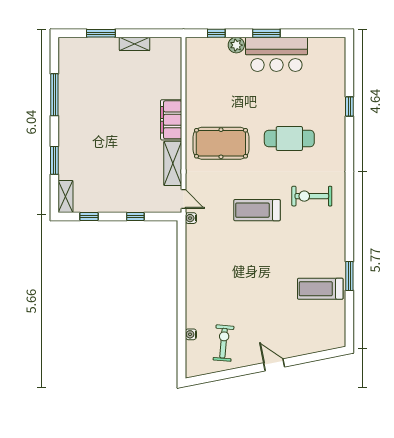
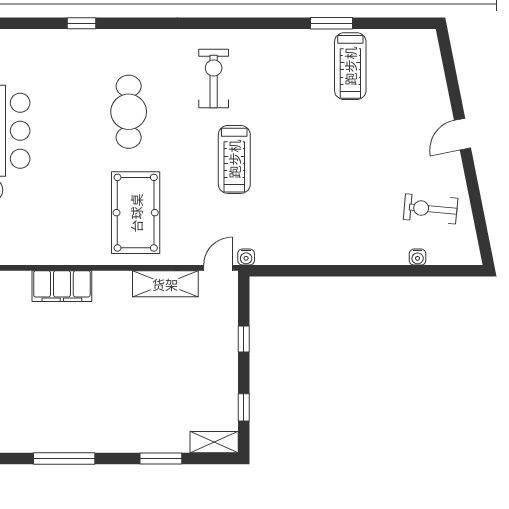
filing cabinet: (171, 120) -> (62, 286), moved
exercise bike: (312, 196) -> (214, 79), turned 180

